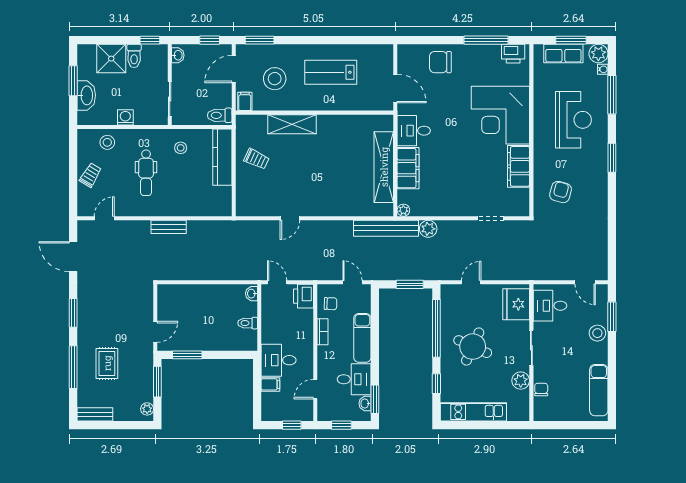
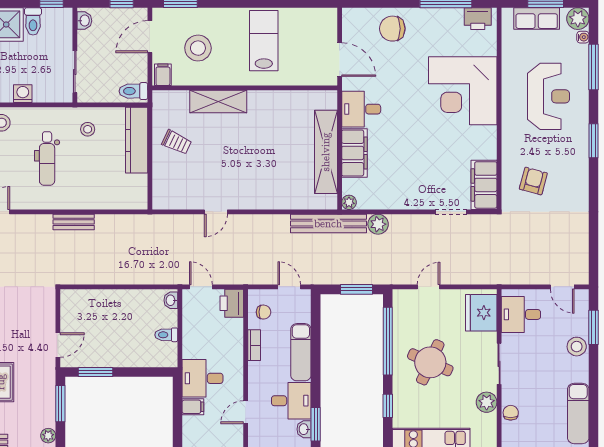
lab bench: (331, 72) -> (264, 41), turned 90
filing cabinet: (519, 166) -> (484, 185), moved

